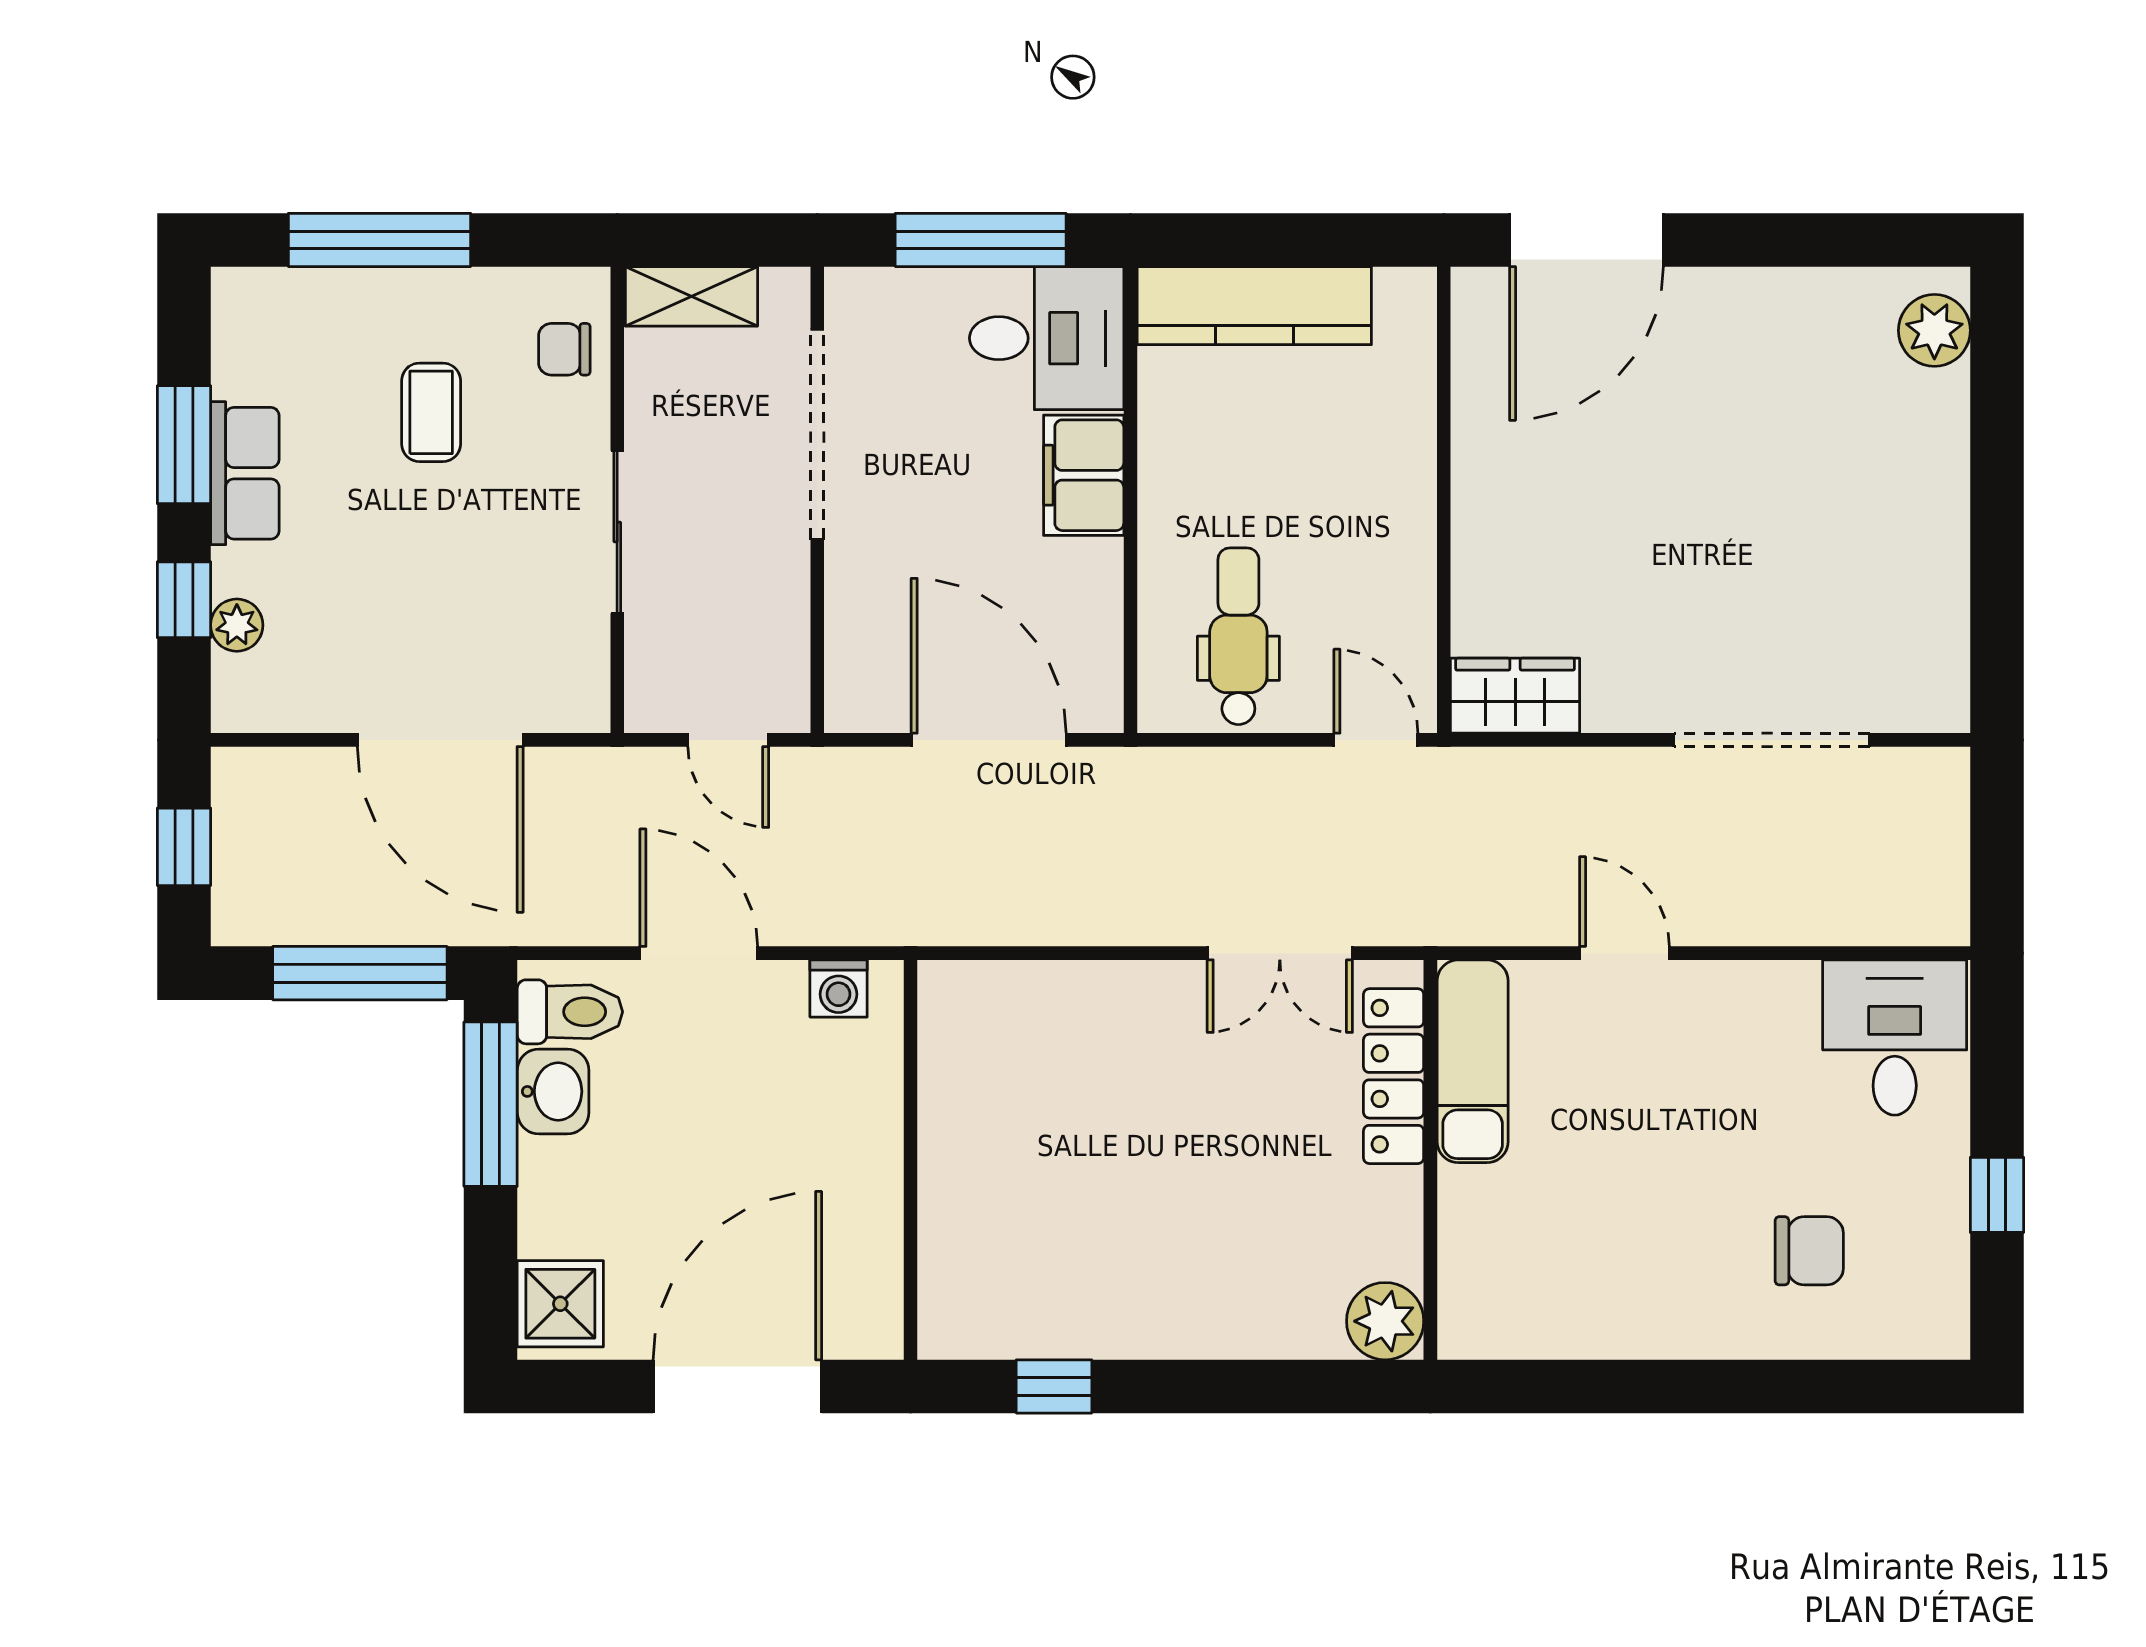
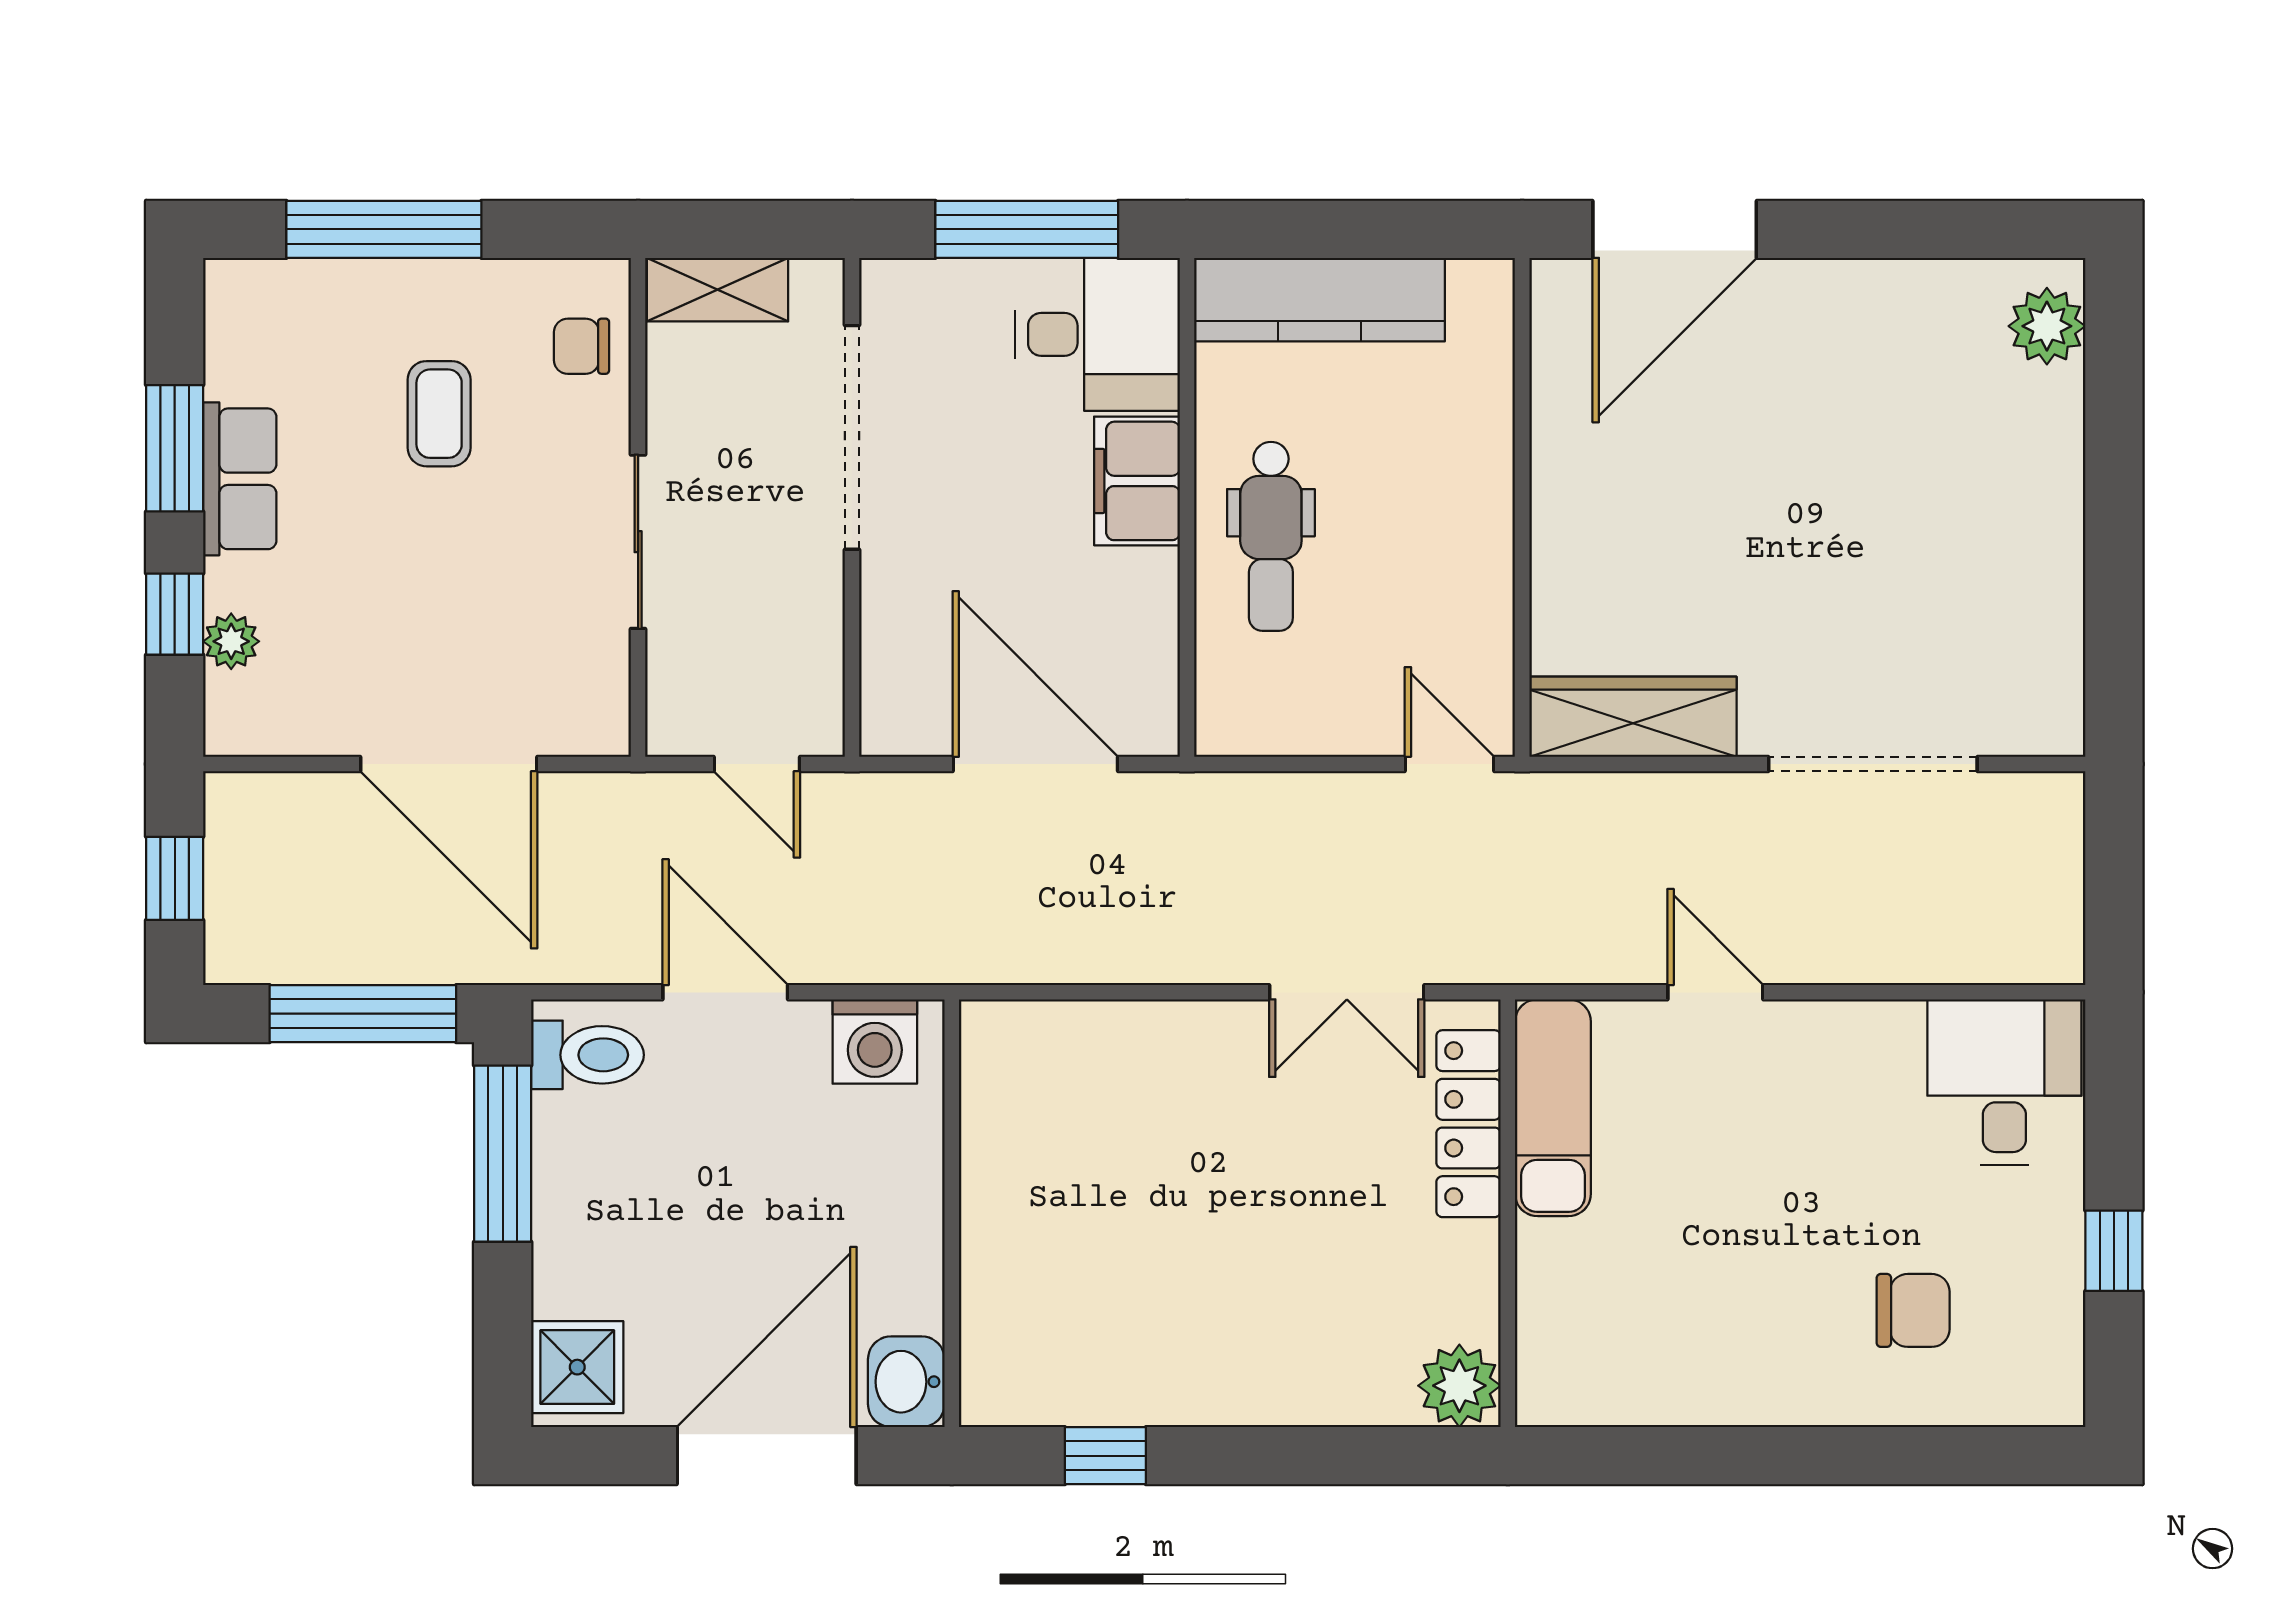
dental chair: (1238, 636) -> (1271, 536), moved, turned 180
wardrobe: (1515, 696) -> (1633, 717), width x1.50
washing machine: (839, 988) -> (875, 1041), width x1.38, depth x1.38
washbasin: (553, 1091) -> (906, 1382), moved, turned 180

